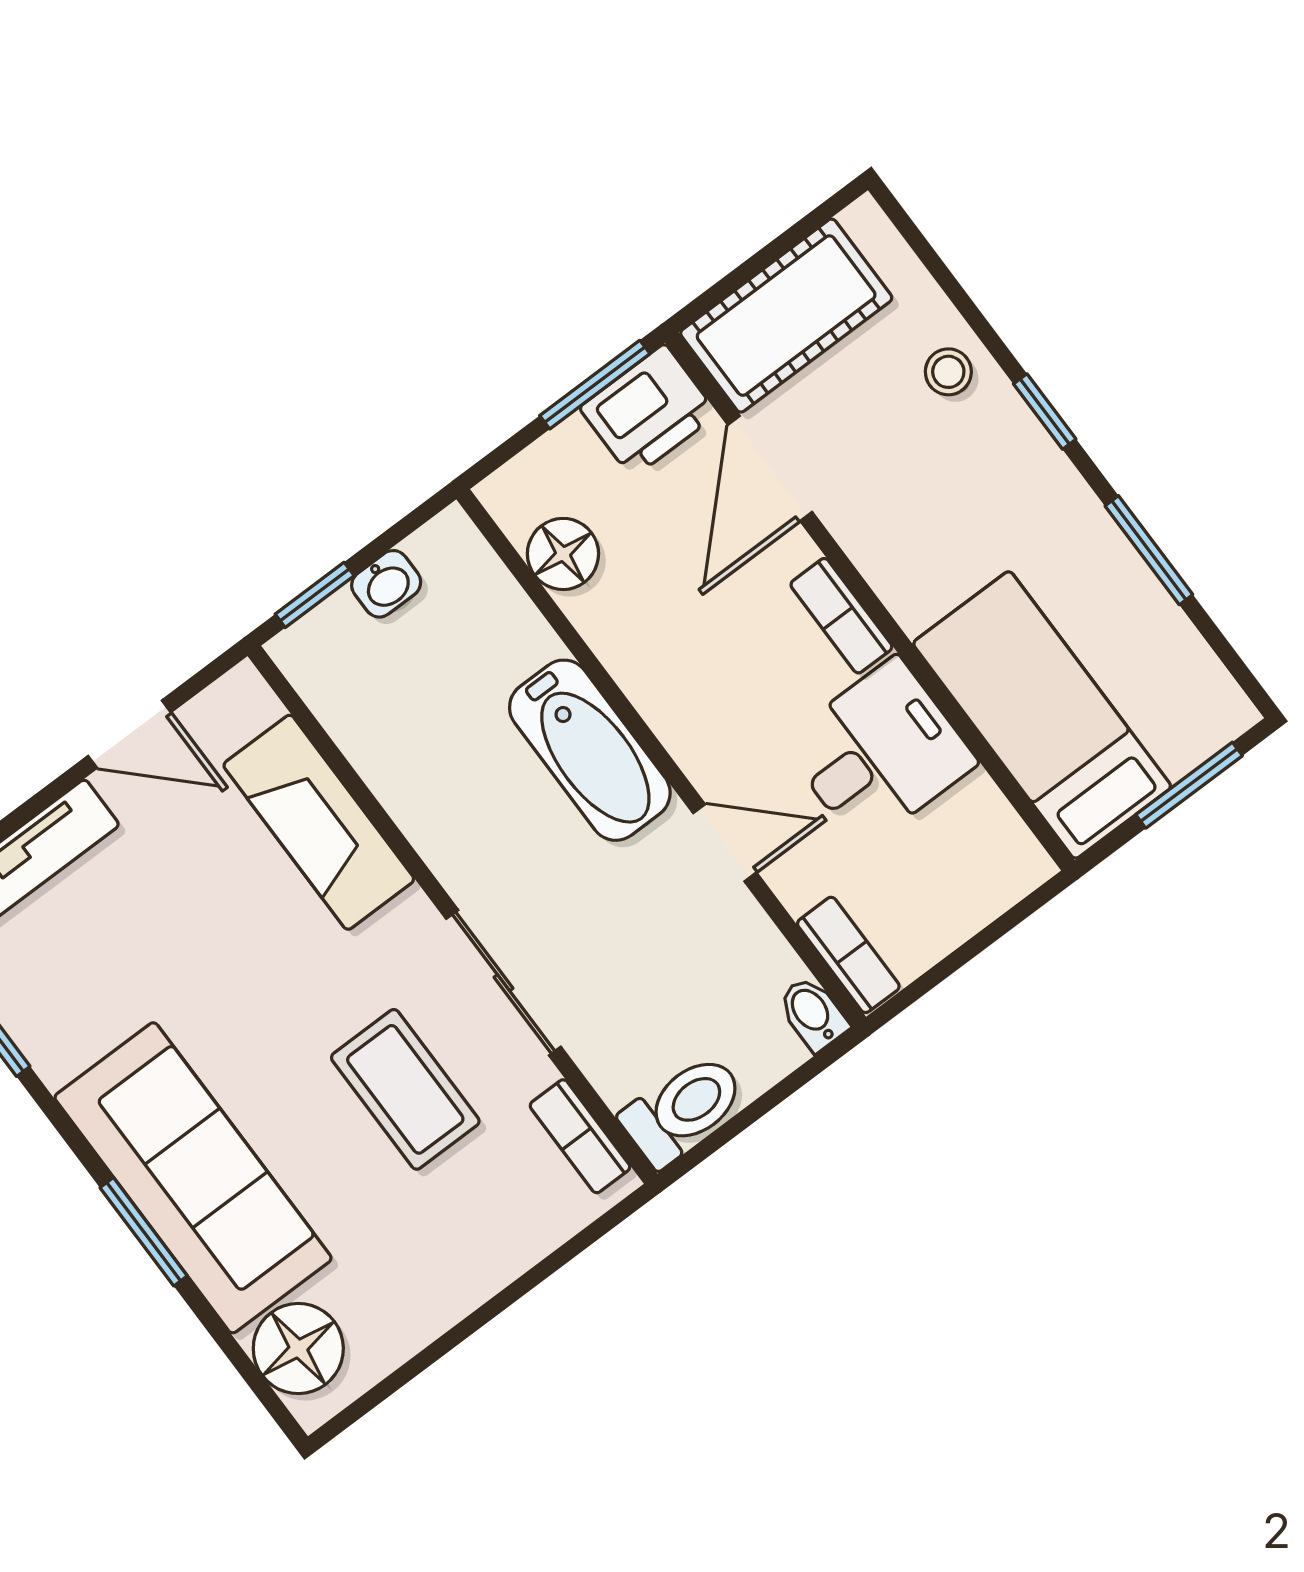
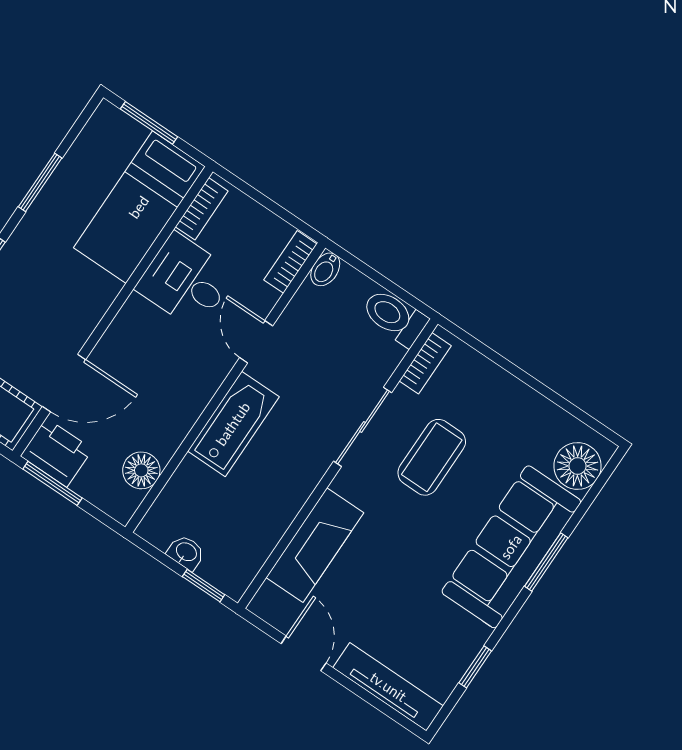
bookcase: (841, 616) -> (202, 209), moved

